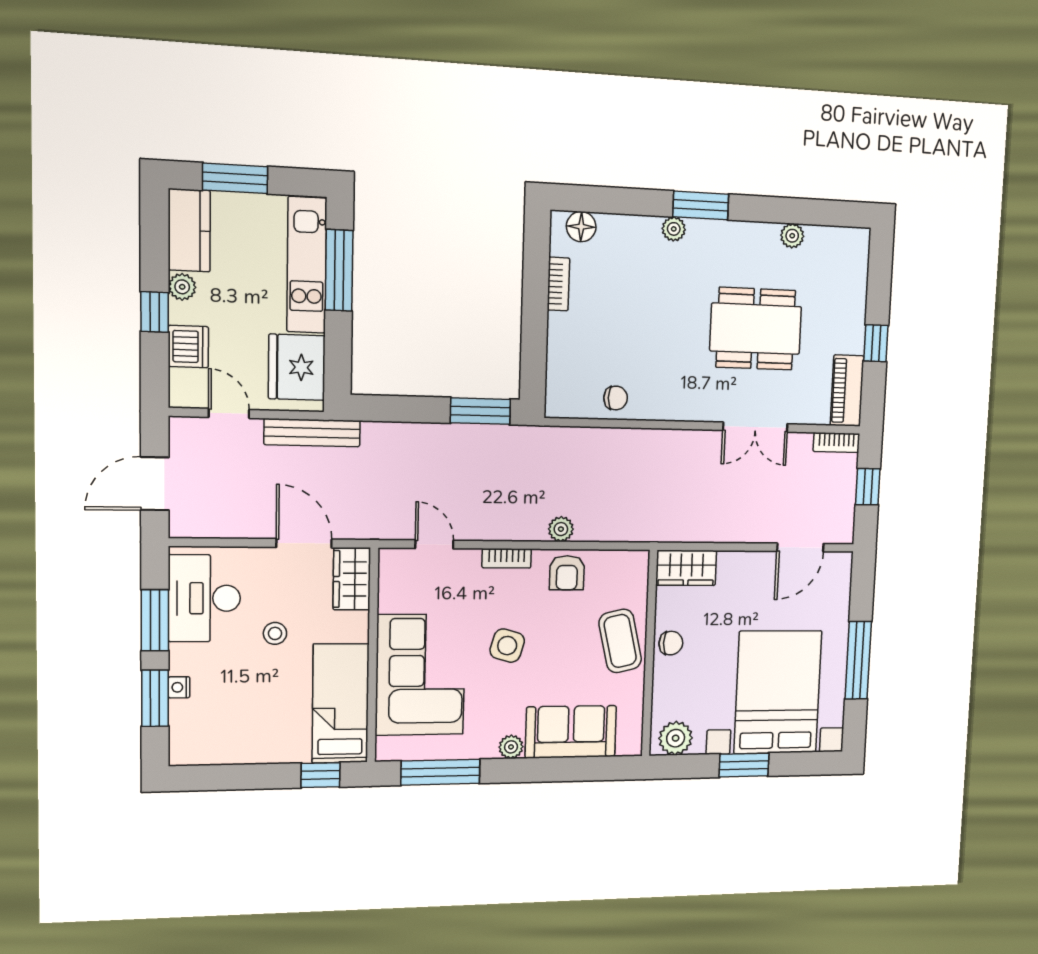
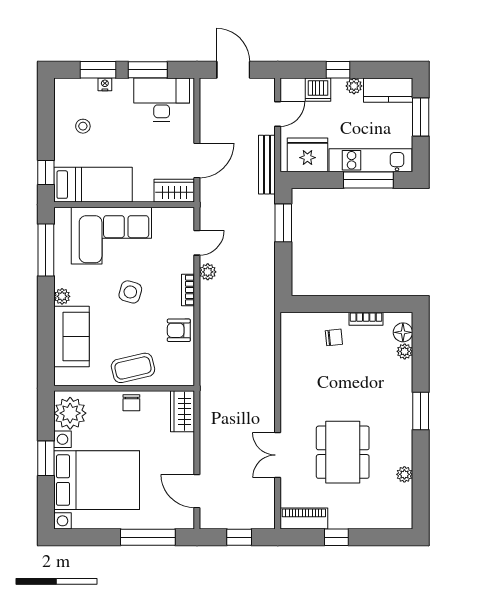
plant: (674, 229) -> (405, 351), moved
chair: (616, 398) -> (334, 337), moved, turned -96
window: (480, 411) -> (283, 223), moved
bookcase: (836, 442) -> (269, 513), removed
plant: (561, 529) -> (208, 272), moved
stool: (275, 633) -> (83, 126), moved
window: (858, 660) -> (148, 537), moved
plant: (676, 738) -> (70, 413), width x1.36, depth x1.36

